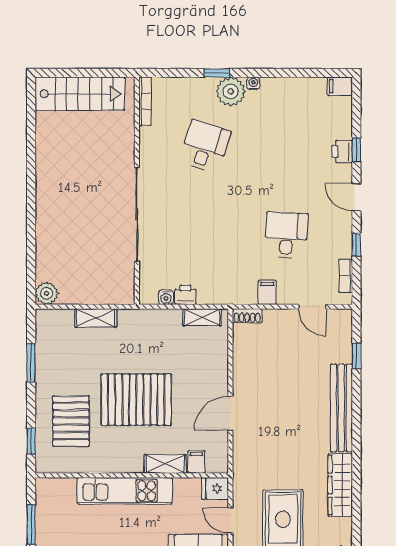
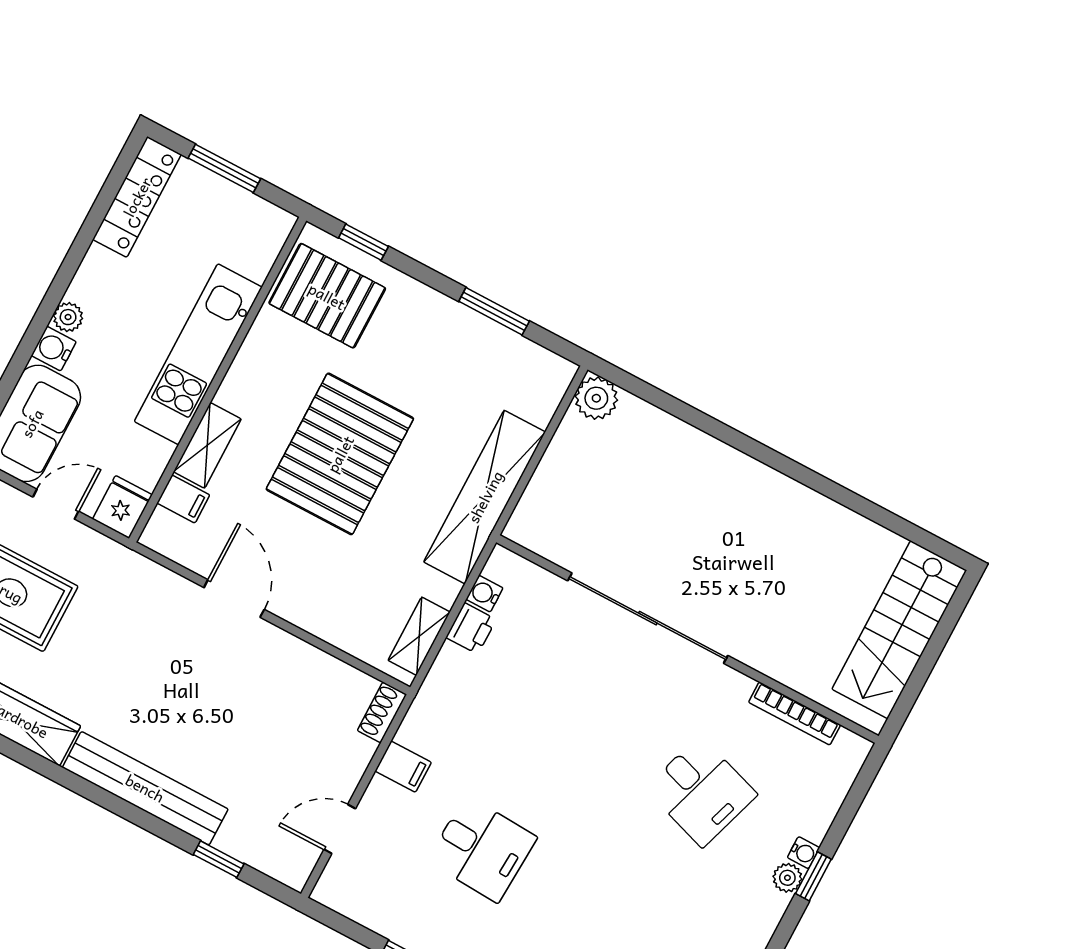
water cooler: (253, 83) -> (803, 853), moved
plant: (231, 91) -> (787, 878), width x0.53, depth x0.53
bookcase: (145, 101) -> (795, 713), moved
bookcase: (346, 276) -> (361, 912), removed
shelving: (96, 318) -> (485, 497), width x2.20, depth x1.33
pallet: (71, 421) -> (327, 296), moved

